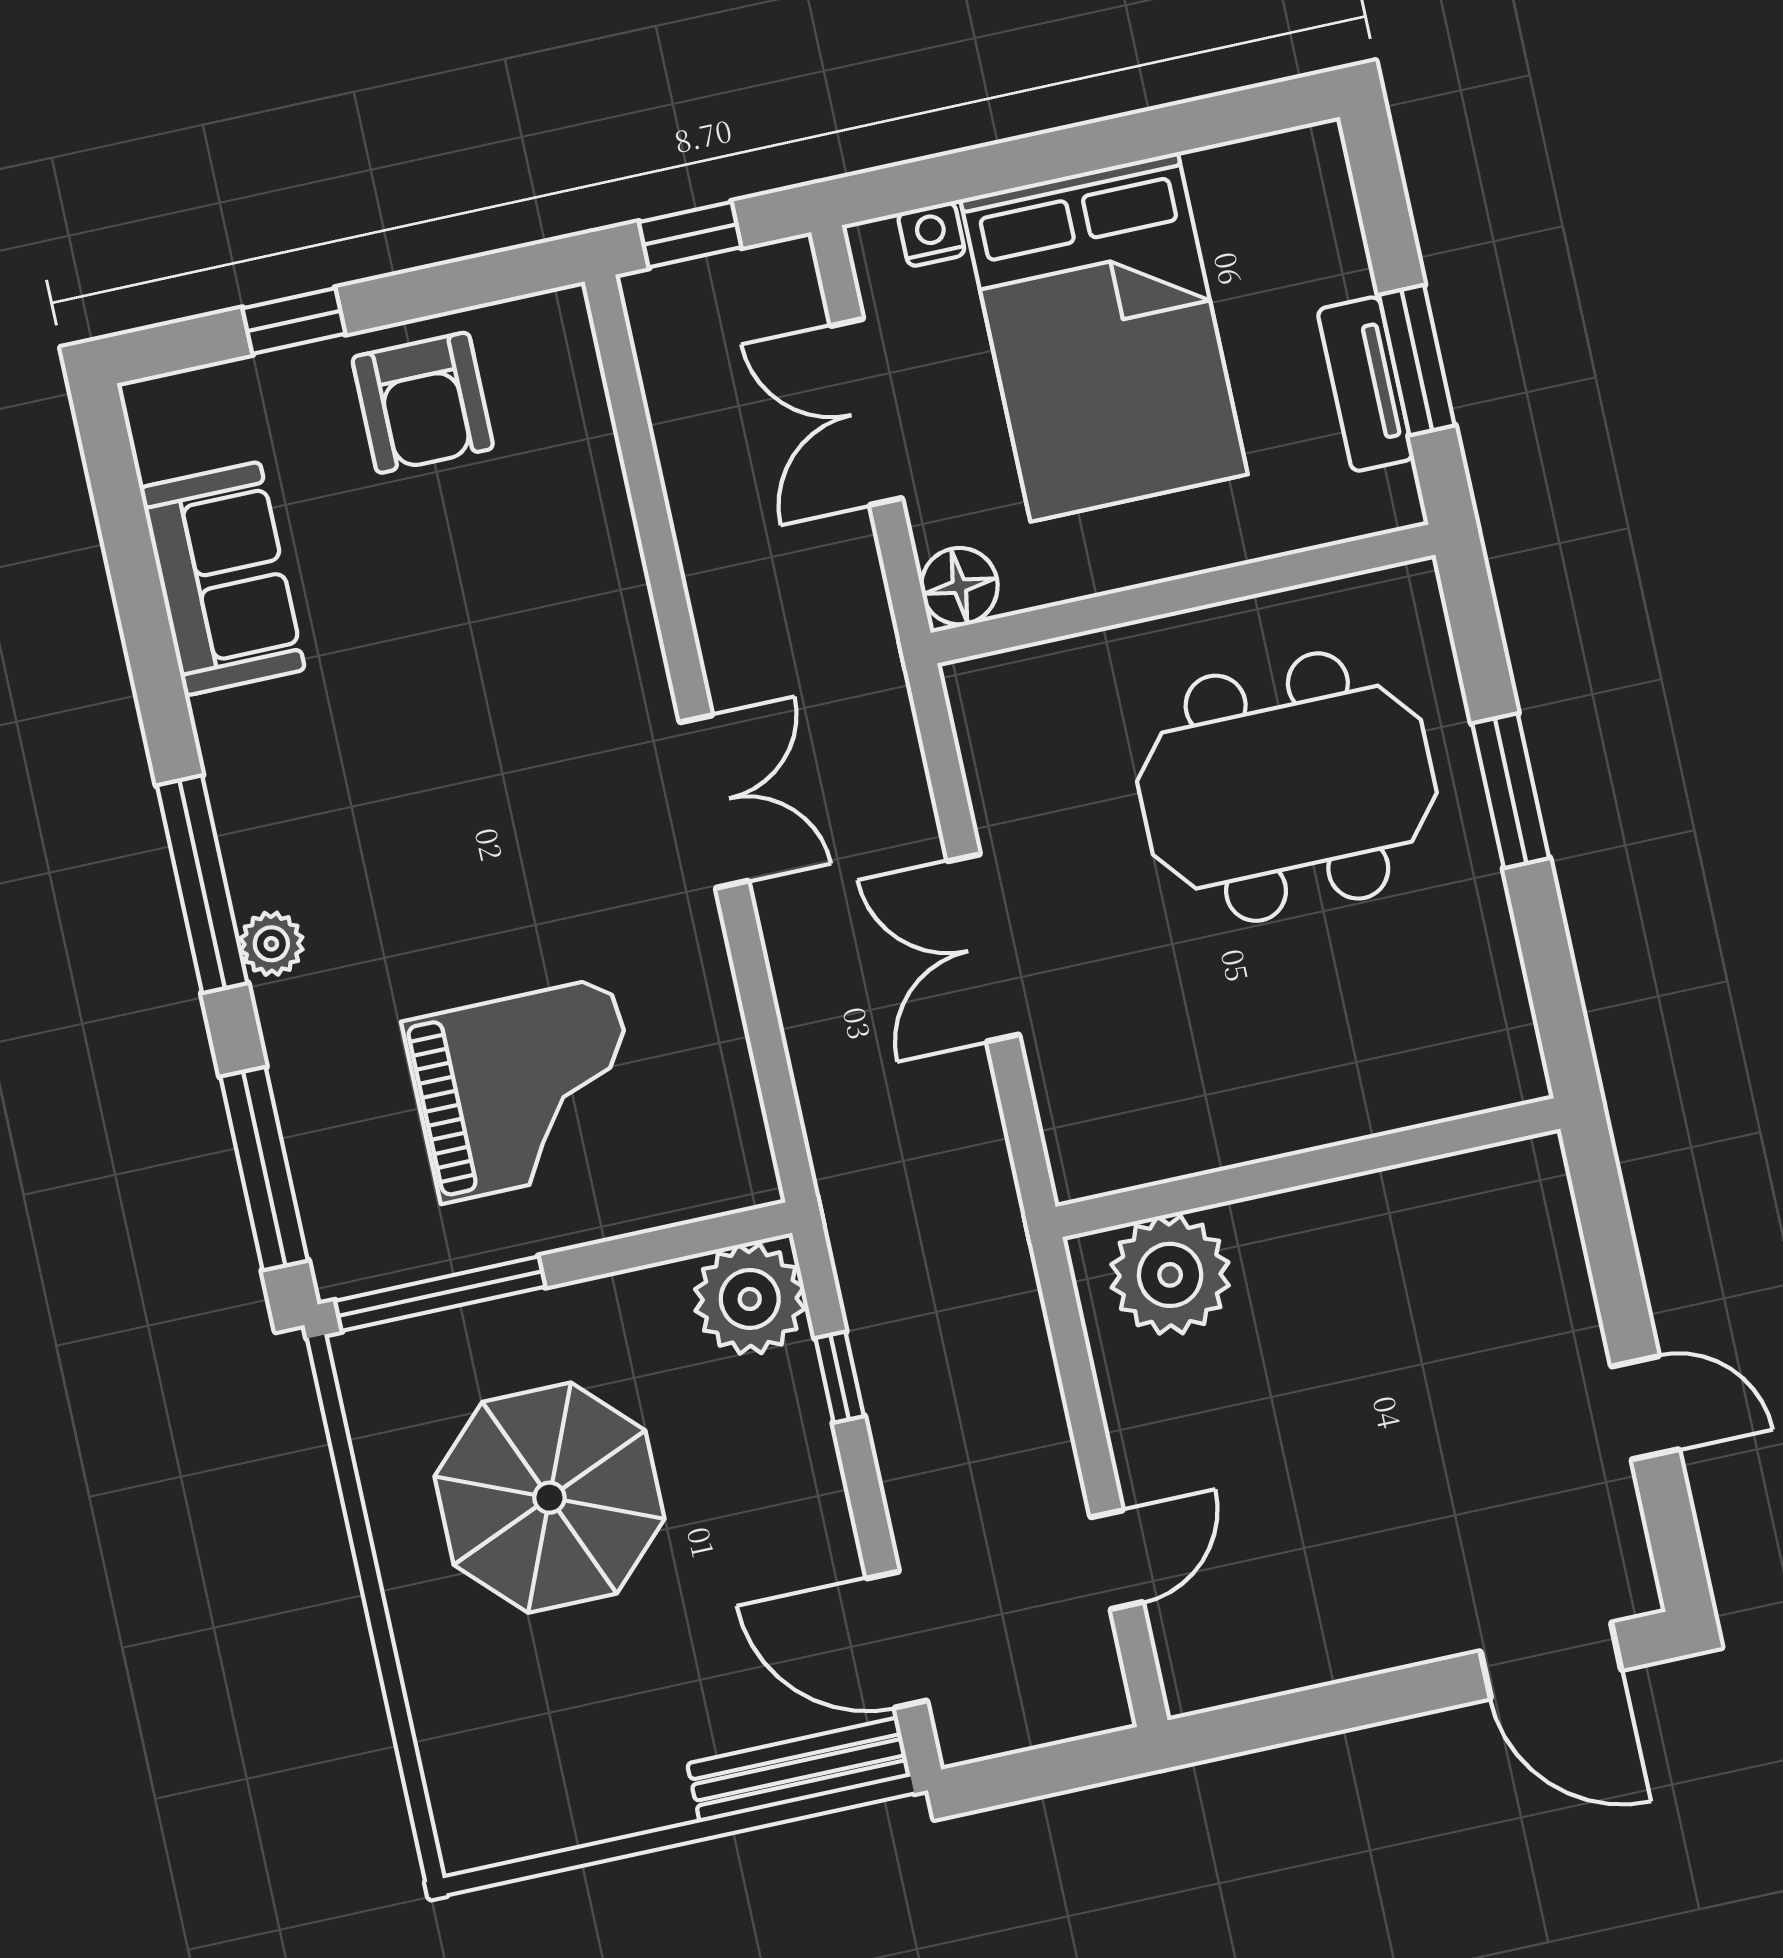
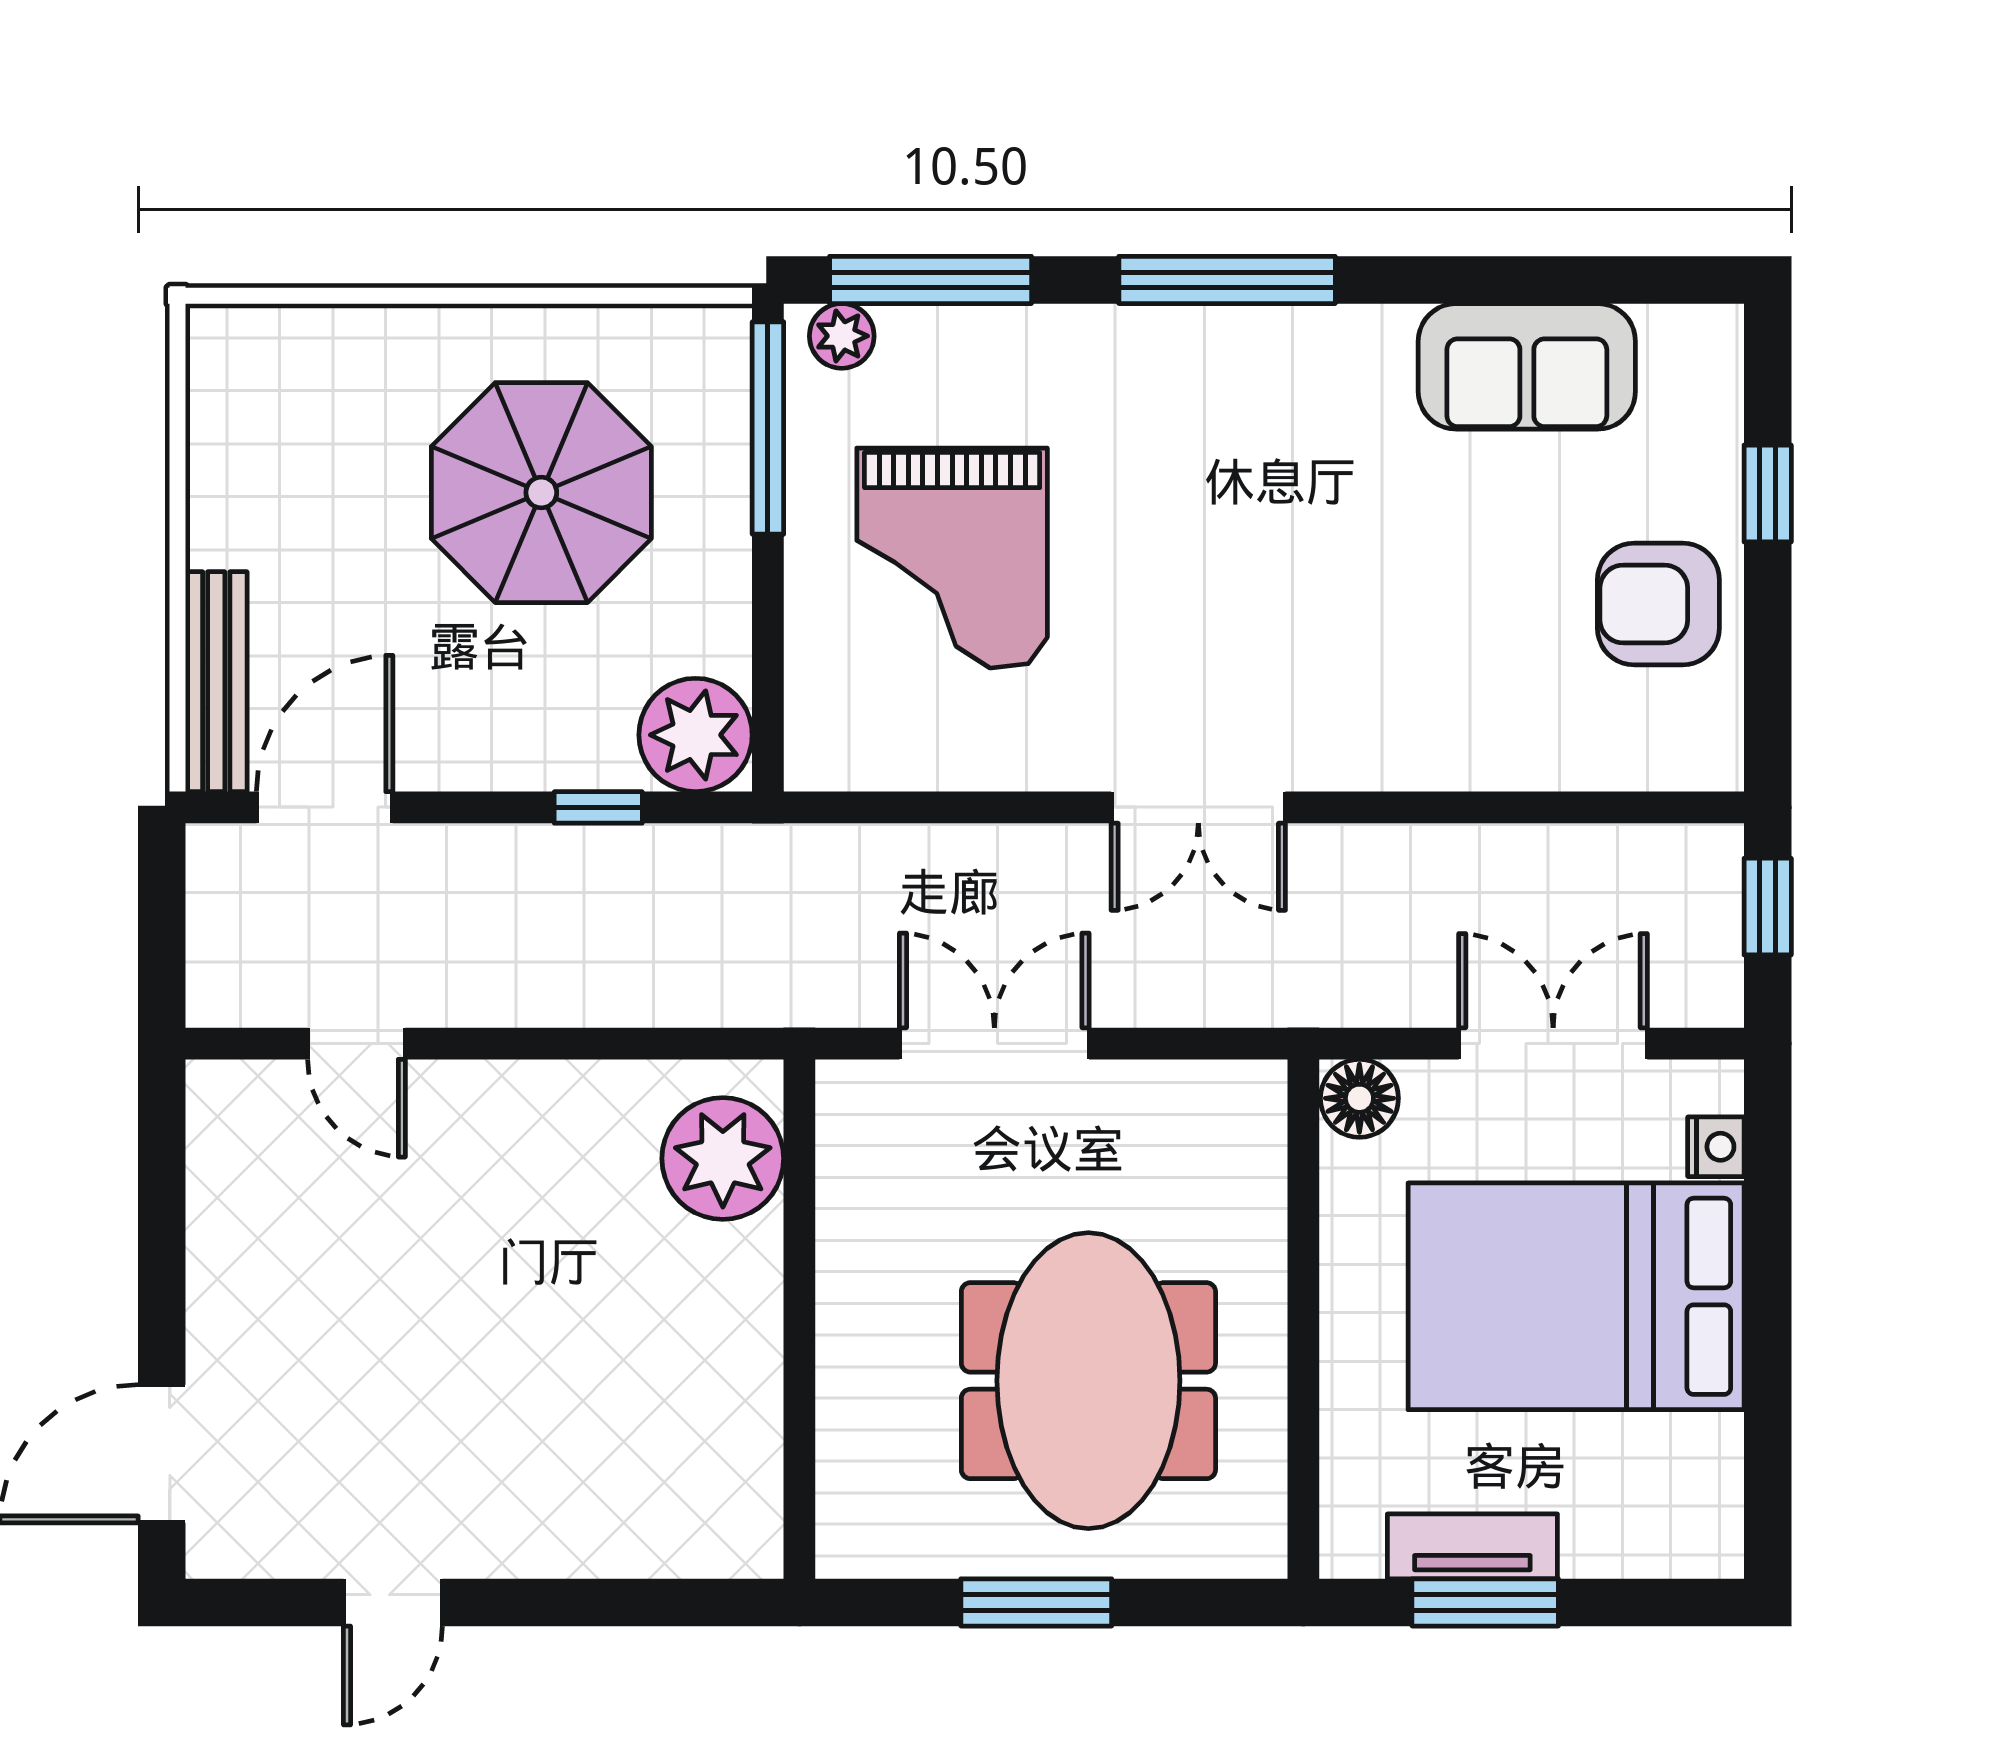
plant: (271, 944) -> (842, 336), moved
wall: (1308, 1168) -> (799, 1319), moved
plant: (1170, 1275) -> (723, 1158), moved

